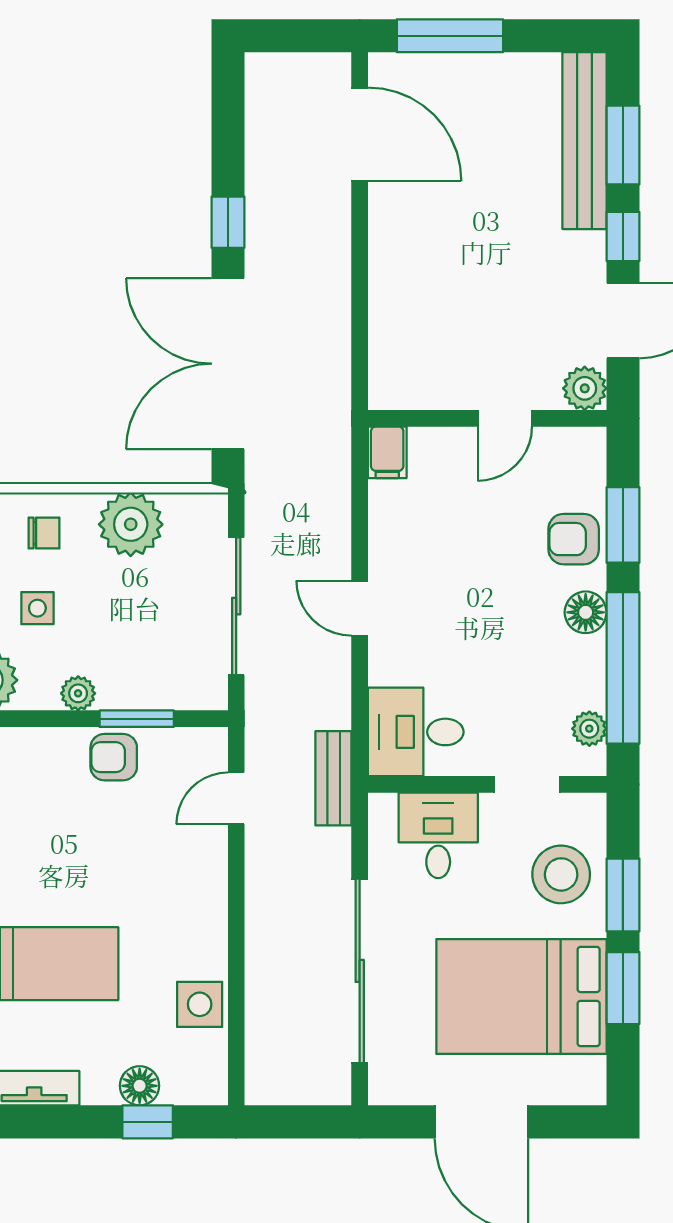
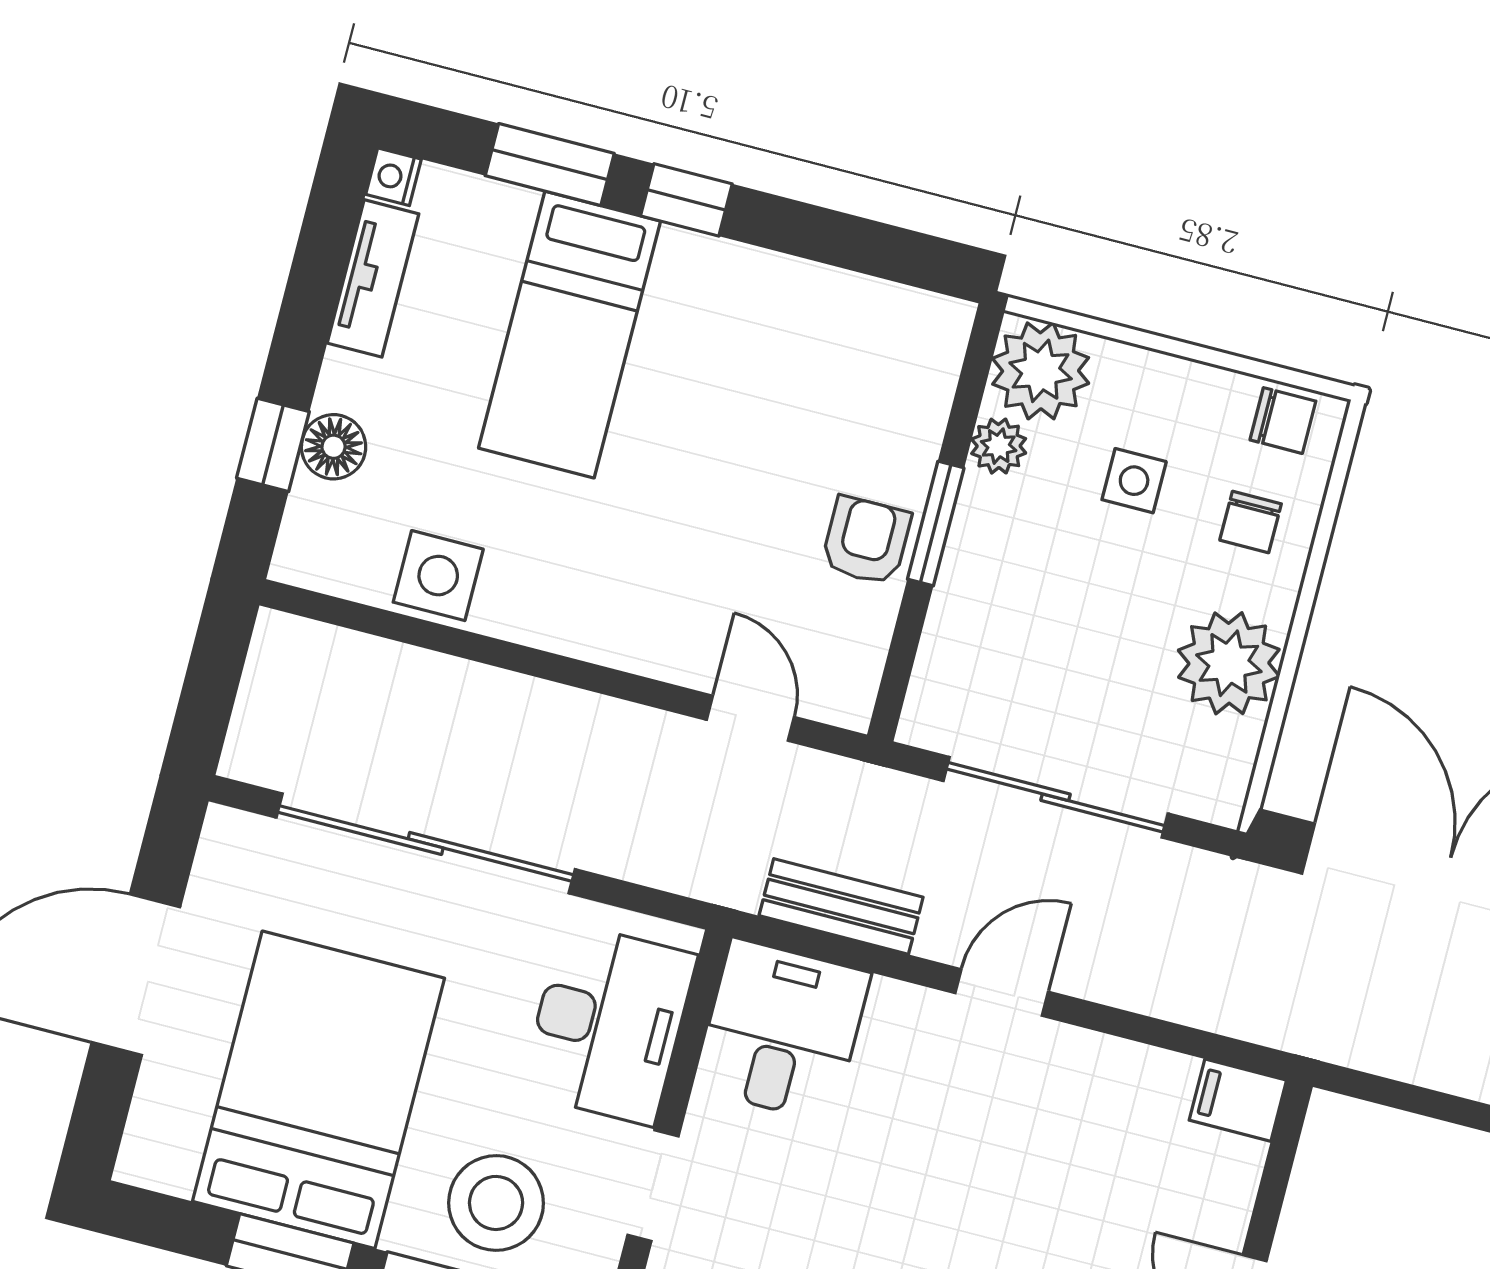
plant: (78, 693) -> (999, 446), moved
window: (137, 719) -> (936, 524), moved
bench: (333, 778) -> (841, 906), moved
desk: (438, 835) -> (608, 1024), width x1.37

